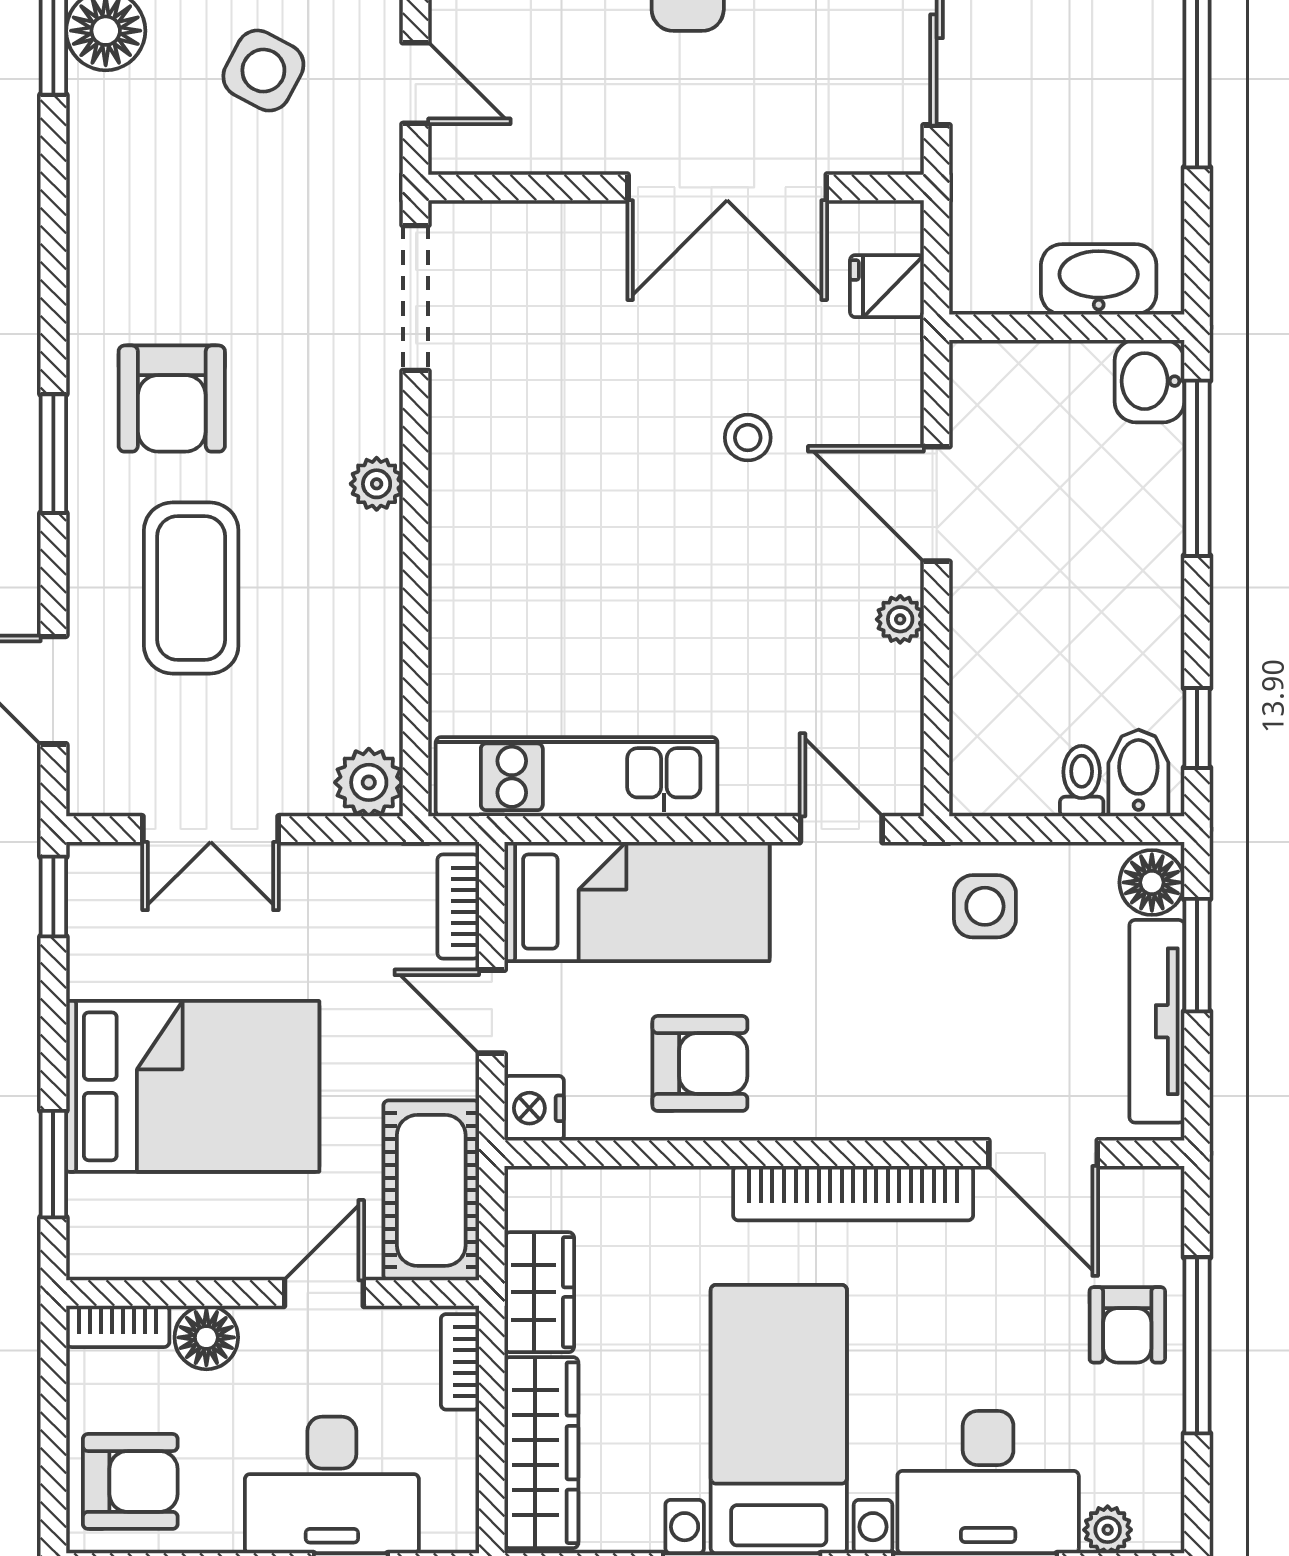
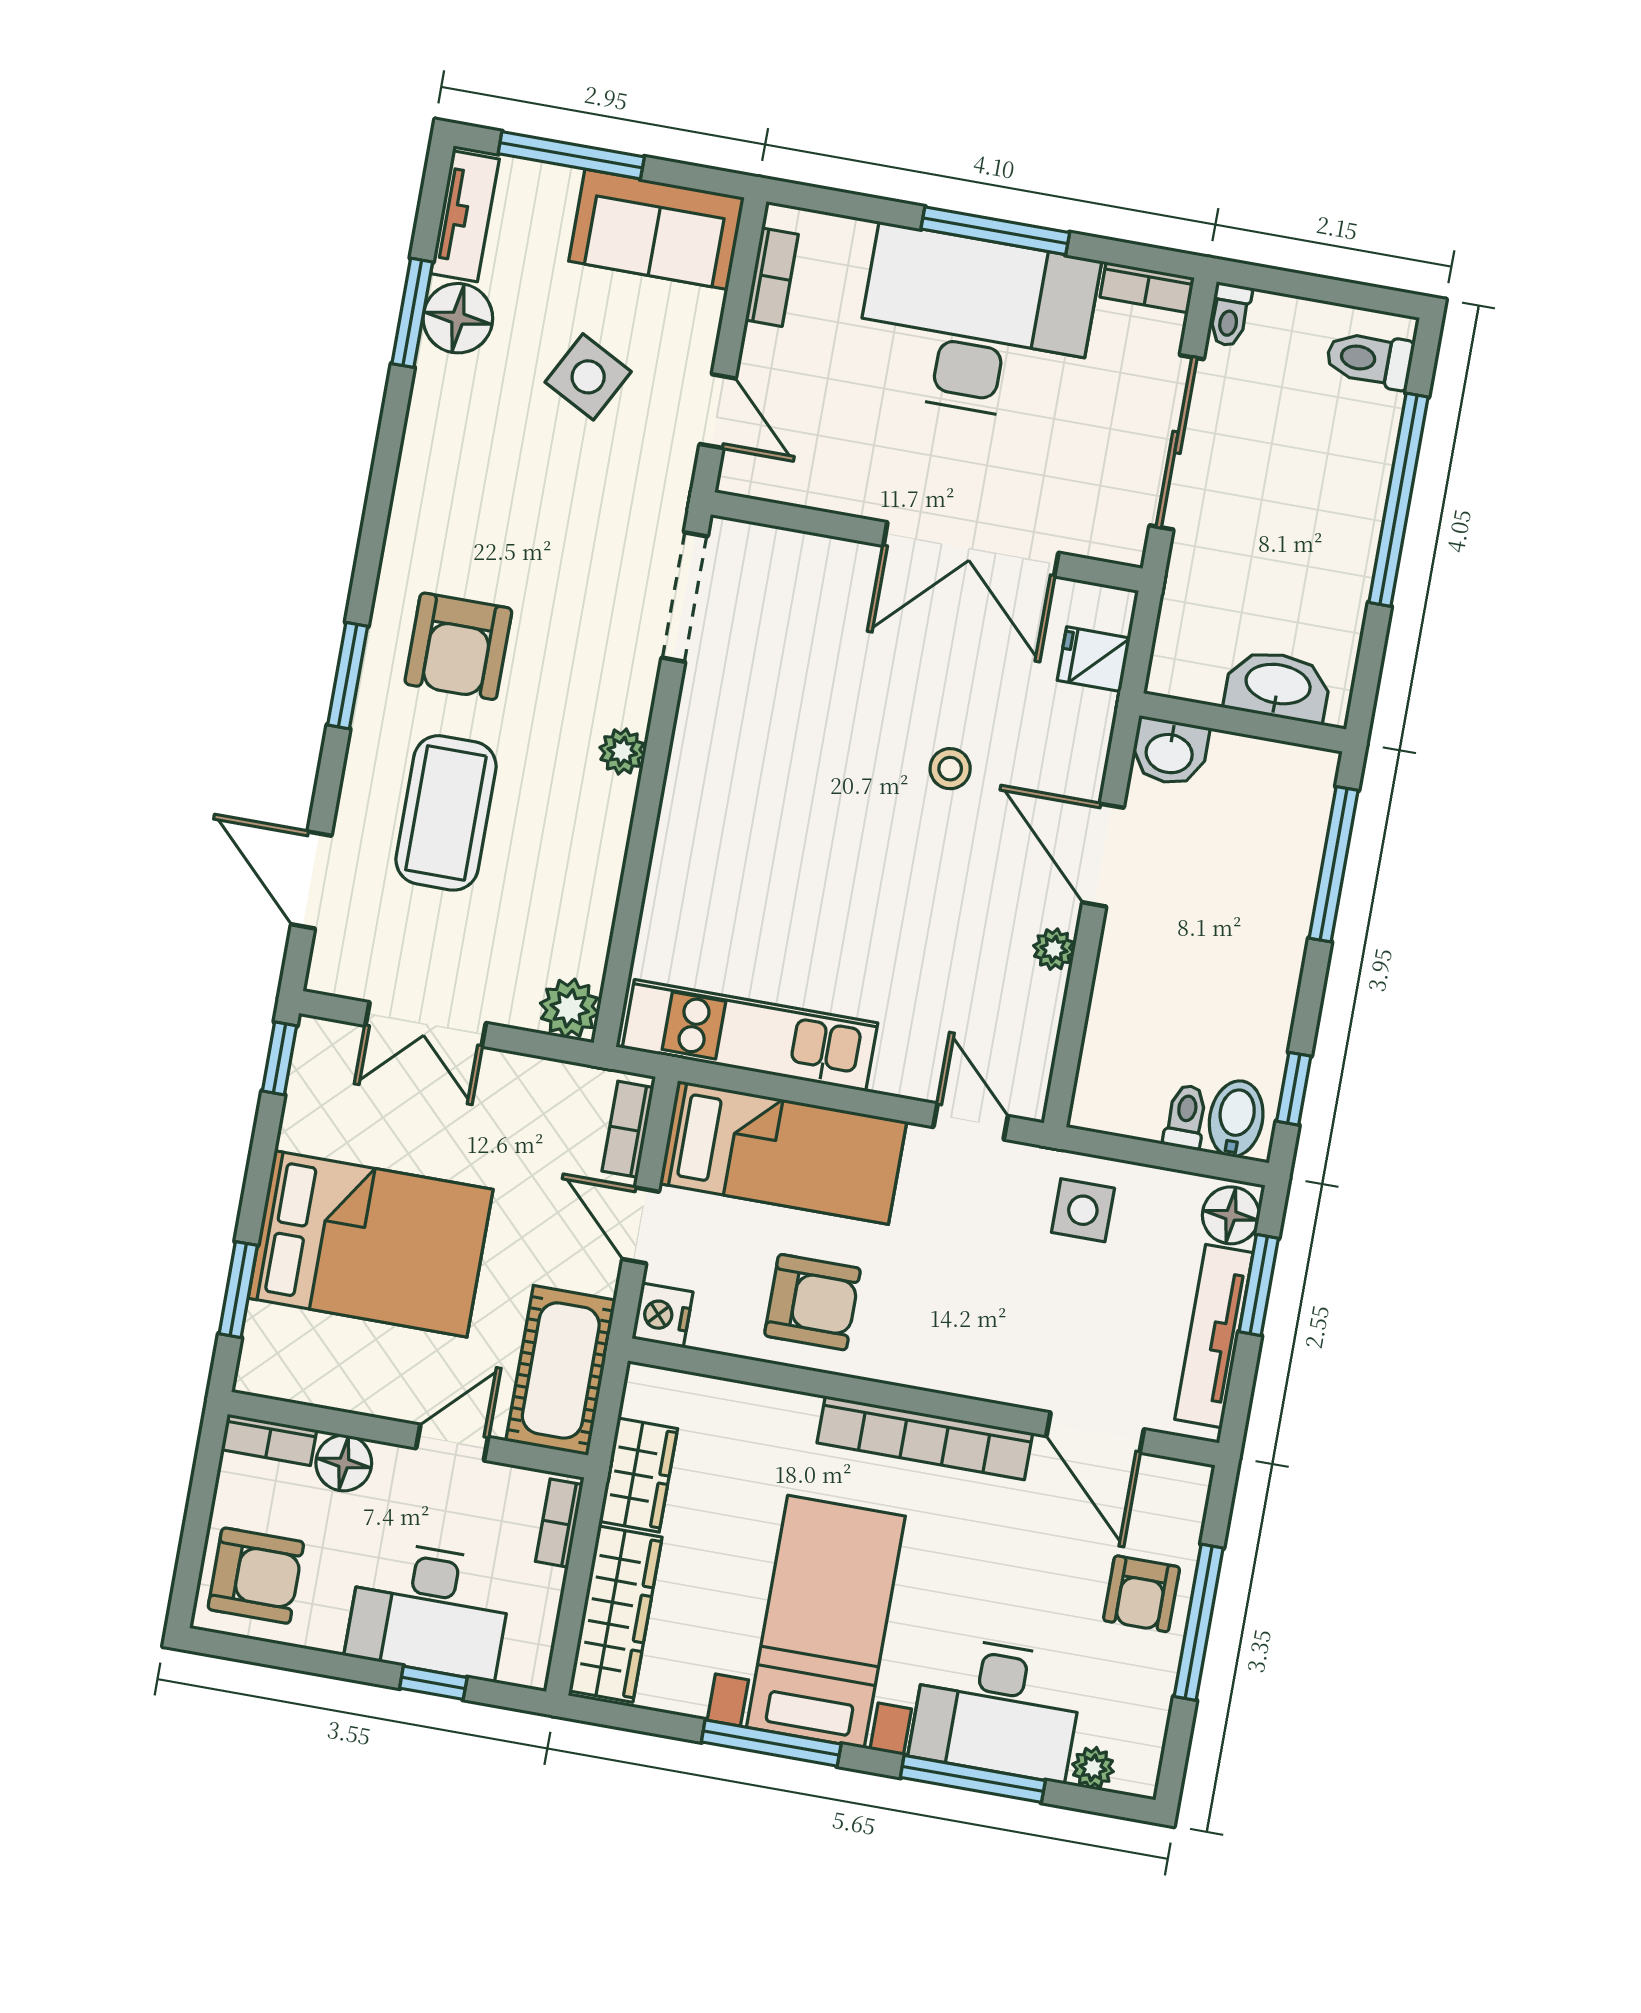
washbasin: (1149, 381) -> (1169, 752), moved, turned -90

